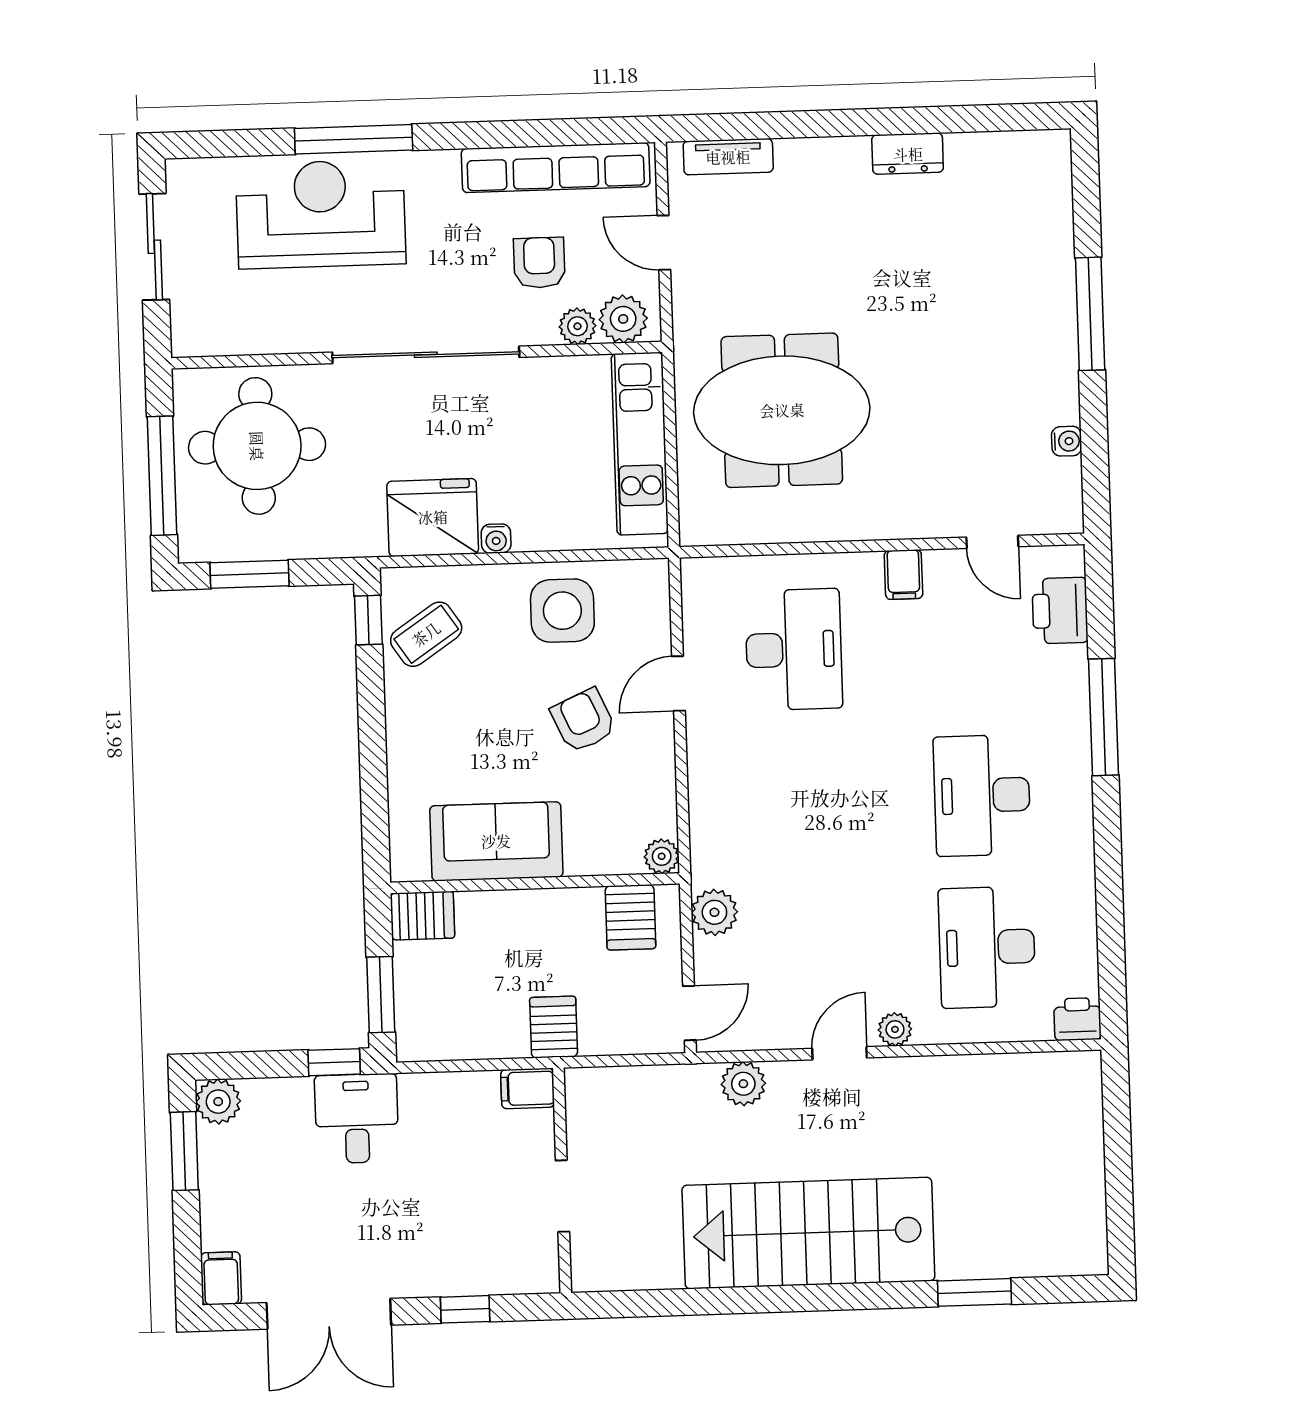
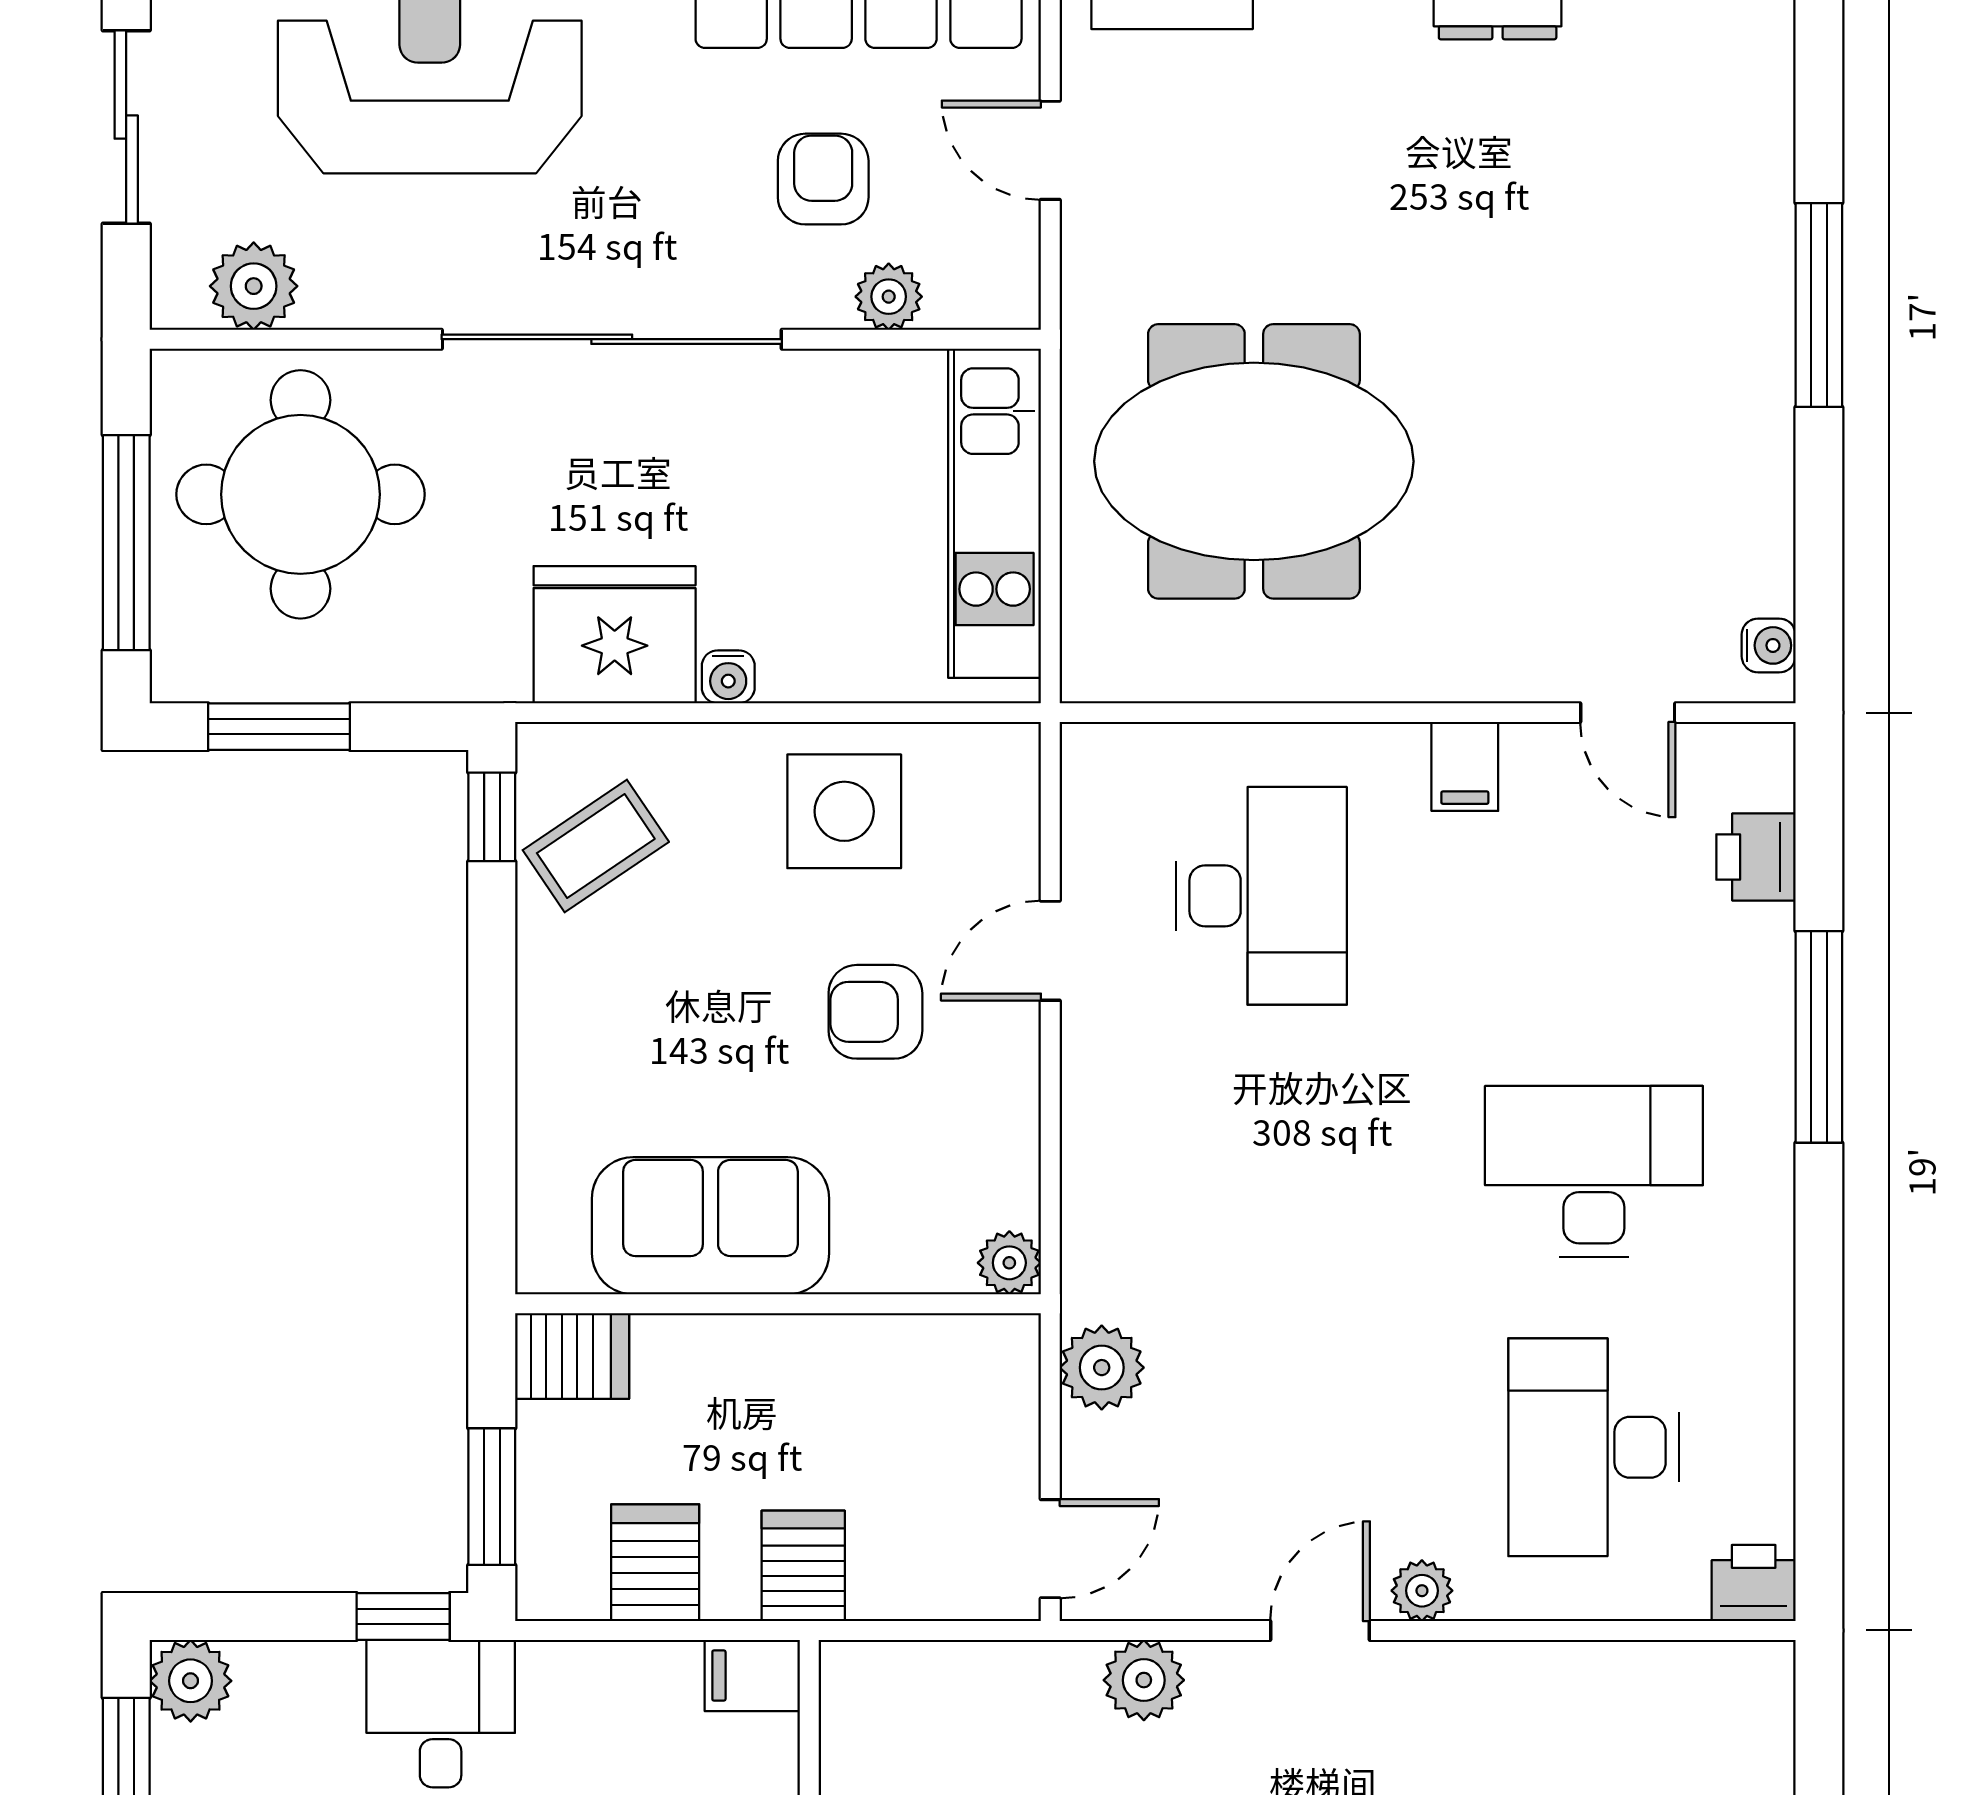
plant: (623, 319) -> (254, 286), moved
water cooler: (1067, 441) -> (1769, 645), moved
printer: (1060, 611) -> (1756, 857), width x0.73, depth x0.81
armchair: (583, 720) -> (875, 1012), turned -66
desk: (982, 795) -> (1594, 1172), turned 90
server rack: (630, 917) -> (655, 1563), moved, turned 180

